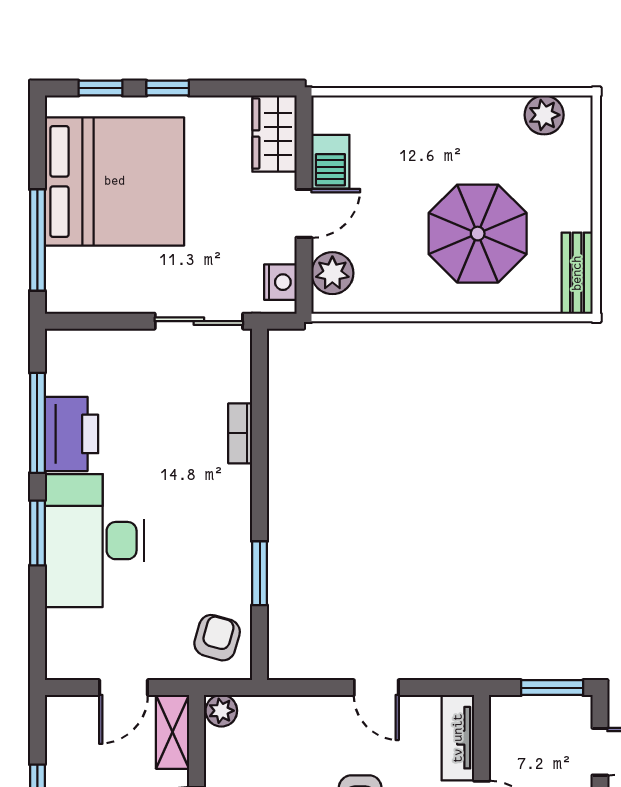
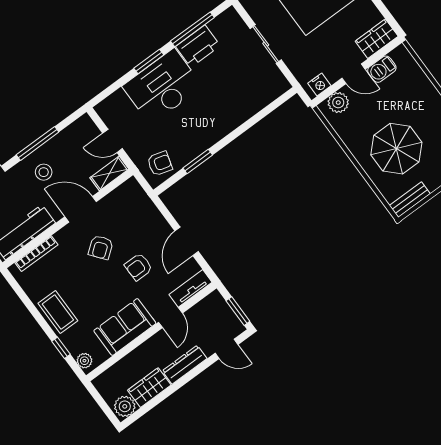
sliding door: (199, 321) -> (266, 44), moved
bookcase: (240, 433) -> (248, 113), removed
door: (376, 688) -> (187, 241), width x1.38
plant: (221, 711) -> (132, 187), removed

